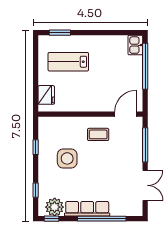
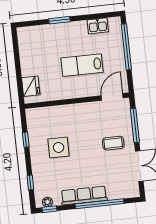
window: (60, 33) -> (59, 20), moved
kitchen sink: (135, 45) -> (98, 26), moved, turned -90
lab bench: (68, 62) -> (82, 65), moved
coffee table: (98, 134) -> (113, 143), moved
plant: (55, 207) -> (47, 202), width x0.53, depth x0.53

